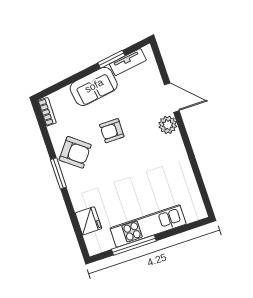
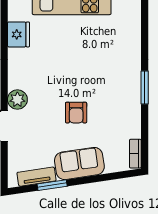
armchair: (112, 131) -> (76, 113), turned 90
armchair: (75, 152) -> (121, 103), removed
fridge: (88, 221) -> (18, 34), moved, turned 180

